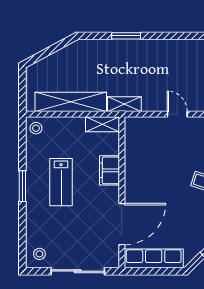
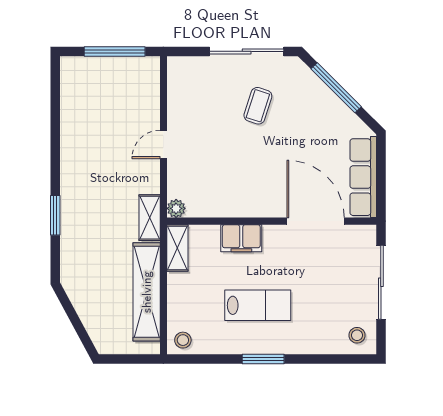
plant: (131, 123) -> (176, 208), added

